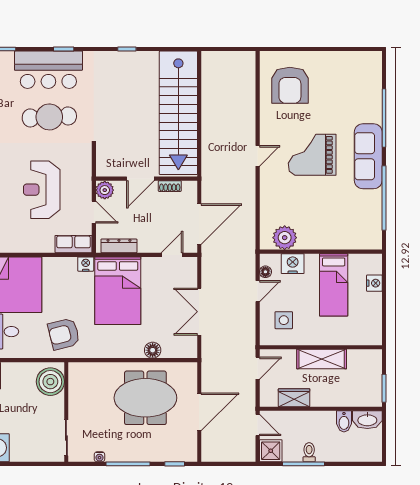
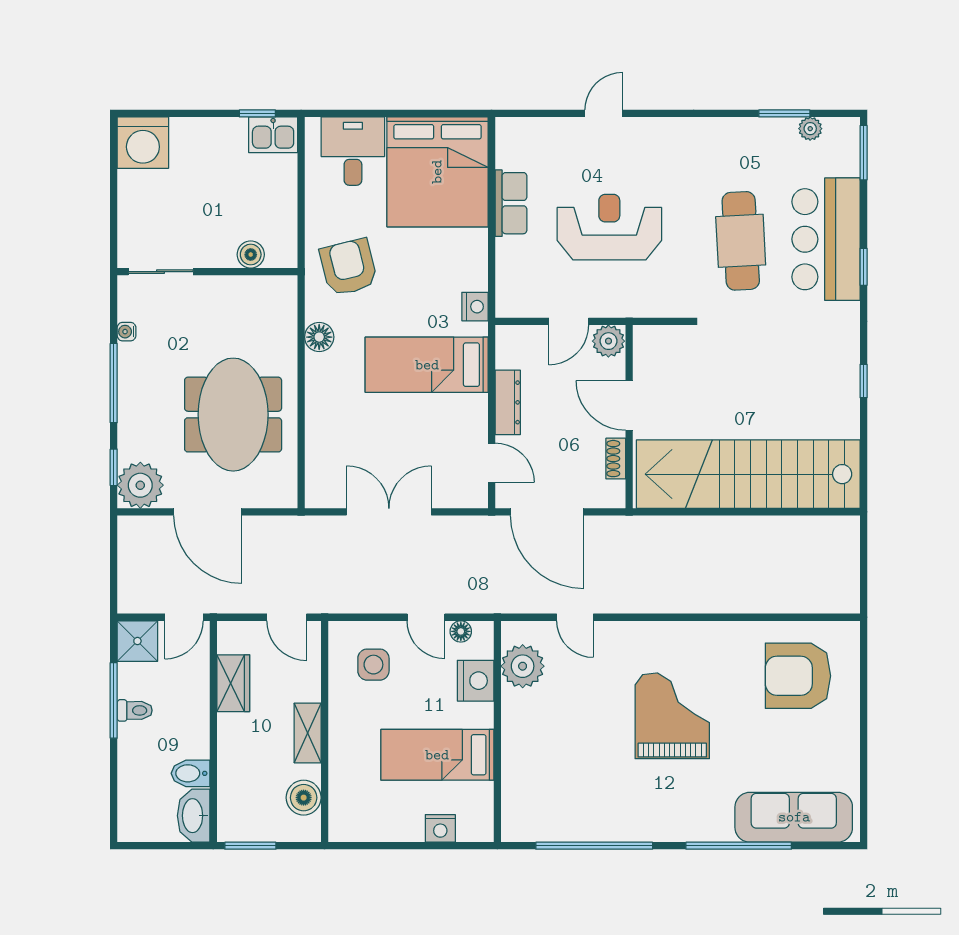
door: (258, 156) -> (575, 617), moved
sofa: (368, 156) -> (794, 817), moved
row of seats: (74, 244) -> (511, 203), moved
dresser: (119, 246) -> (508, 402), moved
bed: (118, 291) -> (427, 365), width x0.67
floor lamp: (153, 350) -> (319, 337), moved
shelving: (322, 359) -> (308, 733), width x0.67, depth x0.75
boiler: (357, 359) -> (304, 798), added
boiler: (50, 382) -> (251, 255), width x0.54, depth x0.54
plant: (185, 449) -> (140, 485), added

